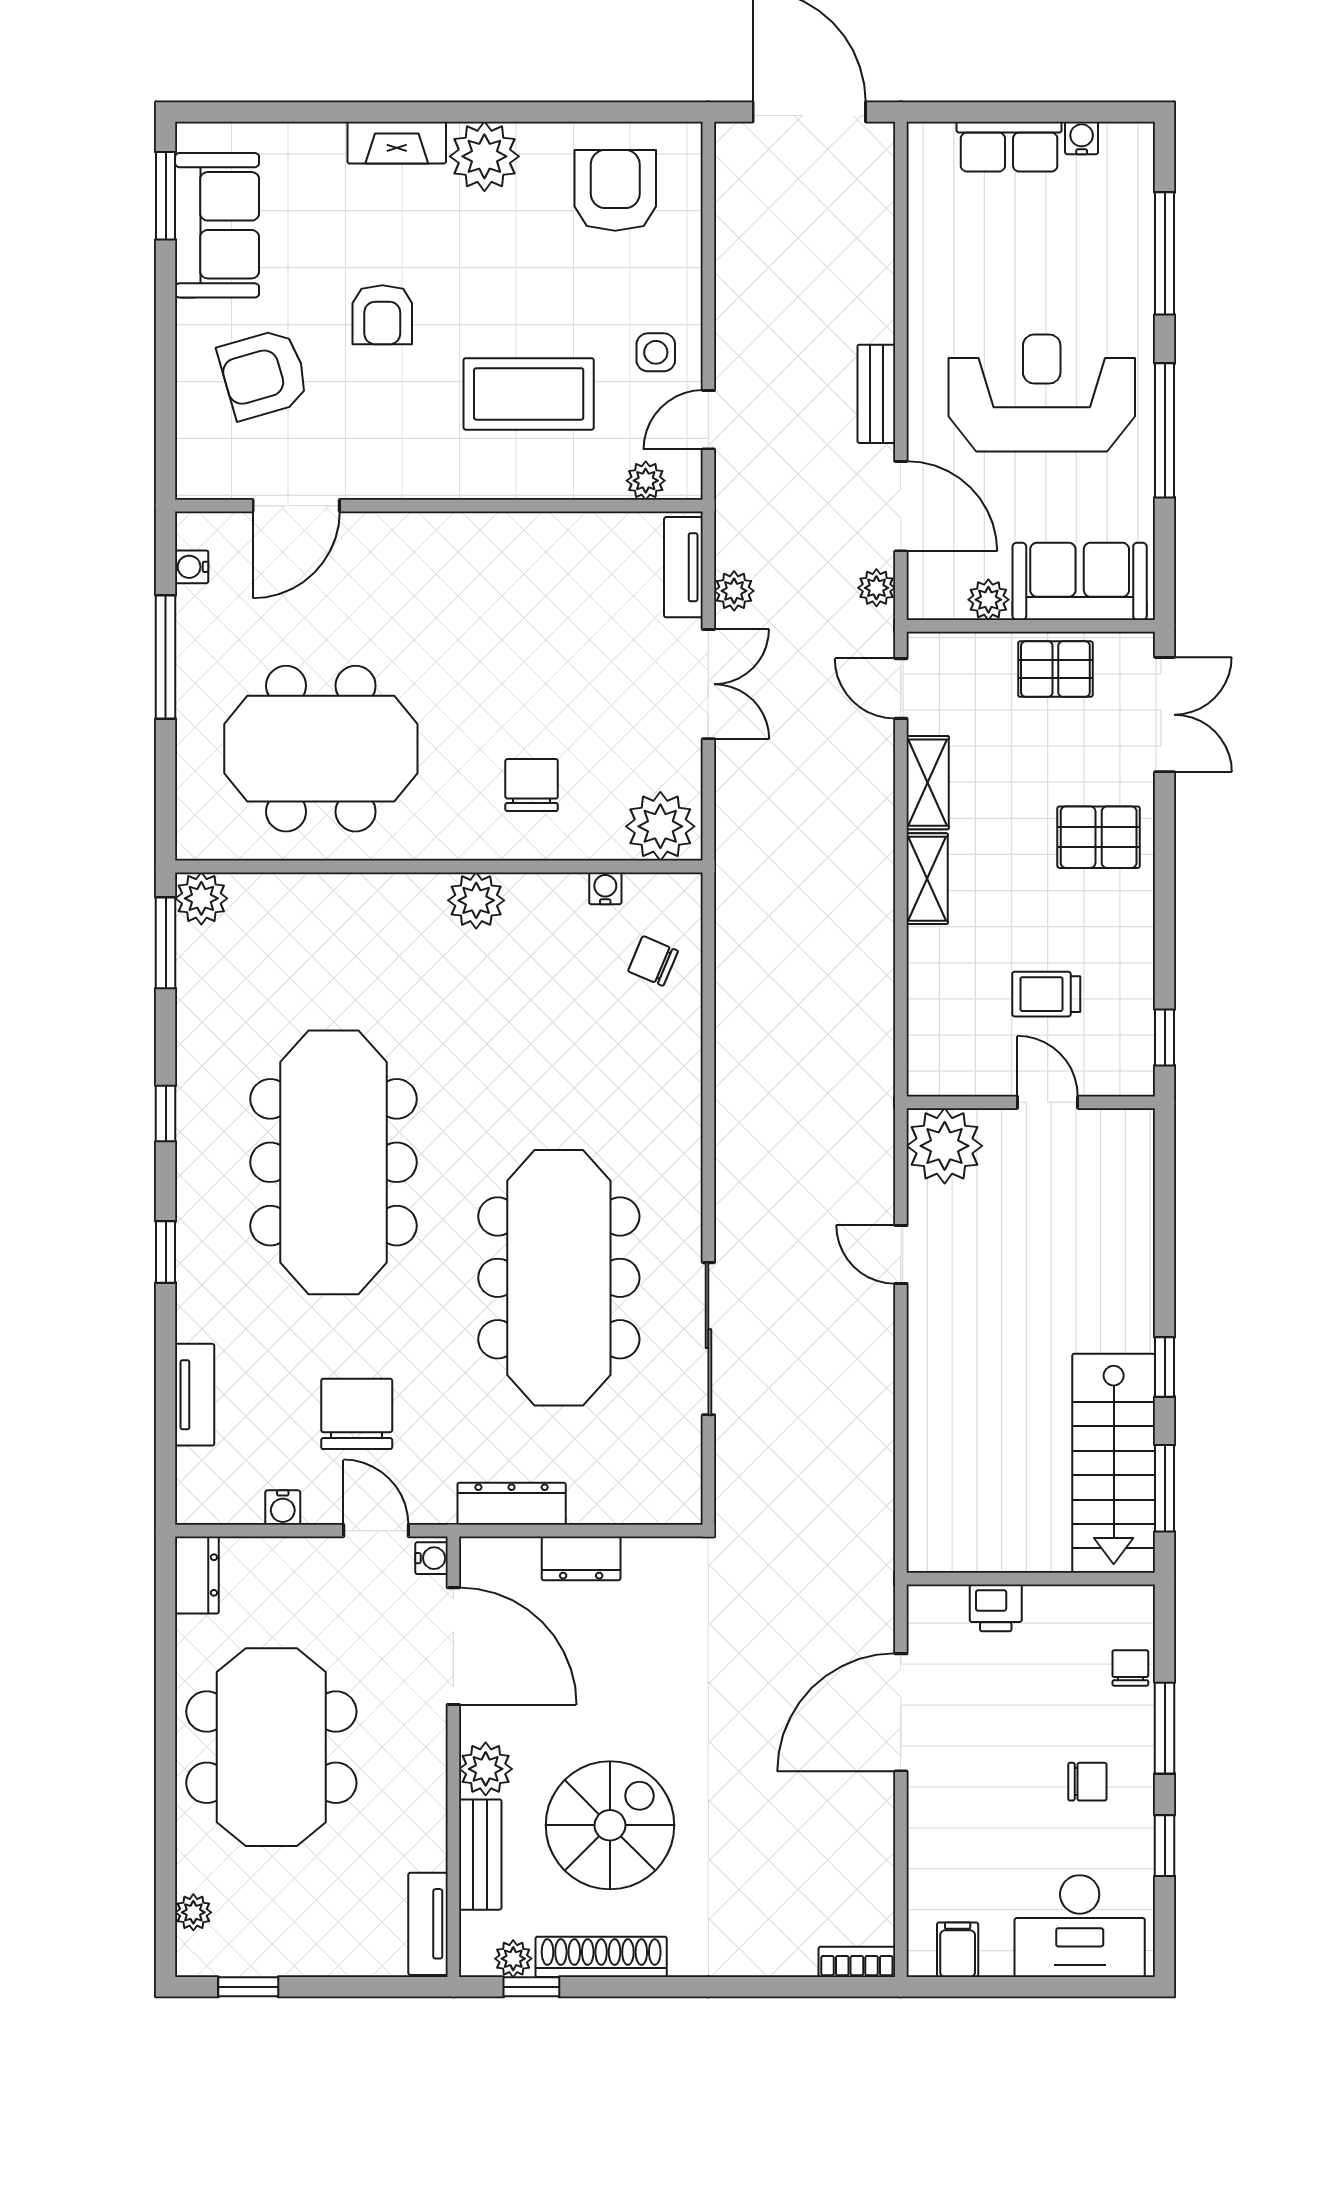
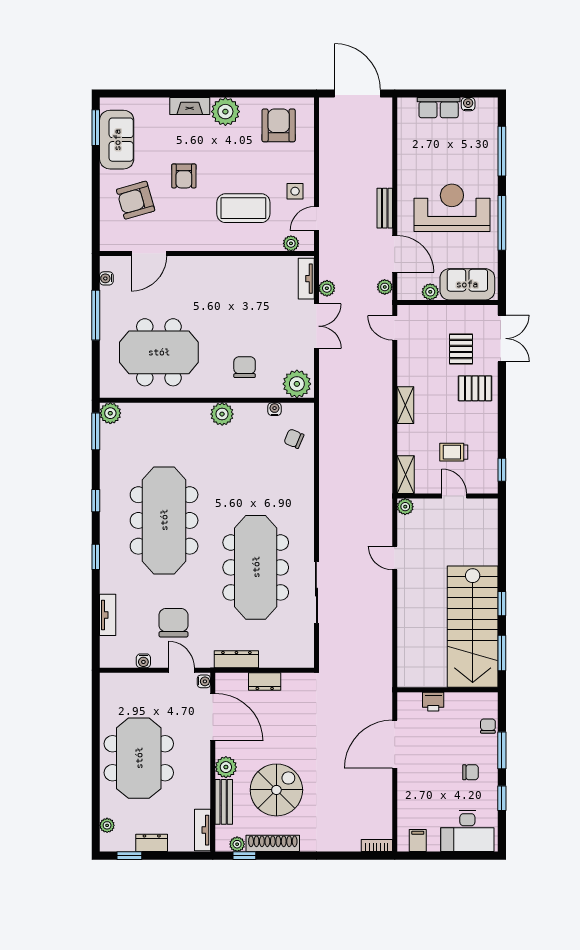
pallet: (1055, 669) -> (461, 349), moved, turned 90
shelving: (928, 783) -> (406, 475), moved
plant: (945, 1146) -> (405, 507), width x0.53, depth x0.53
stairs: (1114, 1463) -> (473, 627), width x1.36, depth x1.51
dresser: (197, 1575) -> (152, 843), moved, turned -90

